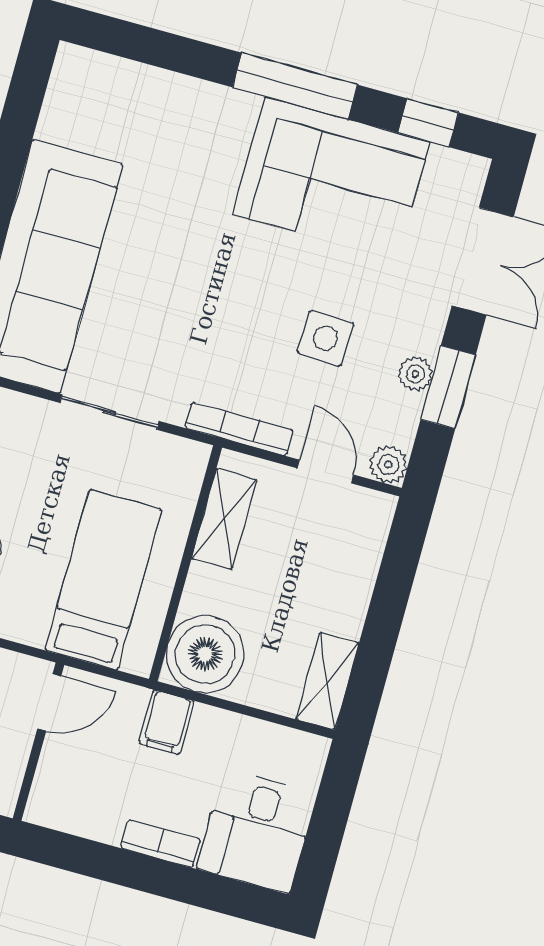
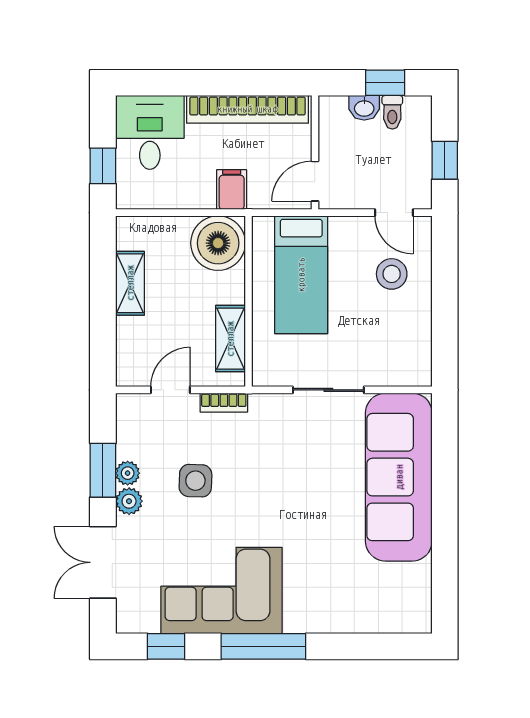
bookcase: (239, 429) -> (224, 403), width x0.64
plant: (388, 464) -> (129, 501), moved
door: (326, 472) -> (170, 390), swing flipped
shelving: (327, 681) -> (130, 283), moved
window: (333, 803) -> (103, 166), added
bookcase: (161, 844) -> (247, 109), width x2.31, depth x1.31

